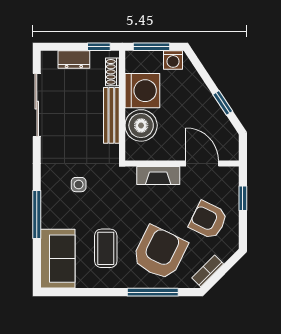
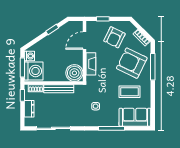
washing machine: (142, 91) -> (34, 71), moved, turned 90
boiler: (141, 125) -> (74, 73), moved

